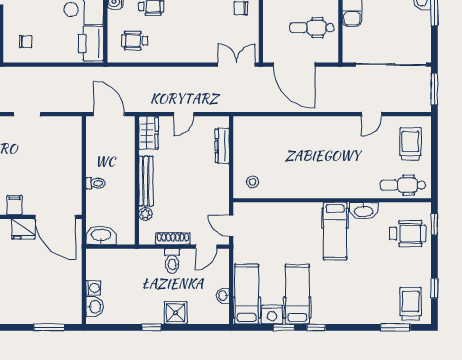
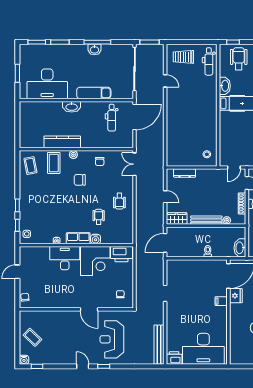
wheelchair: (135, 41) -> (119, 201), moved
door: (294, 65) -> (135, 117), moved

